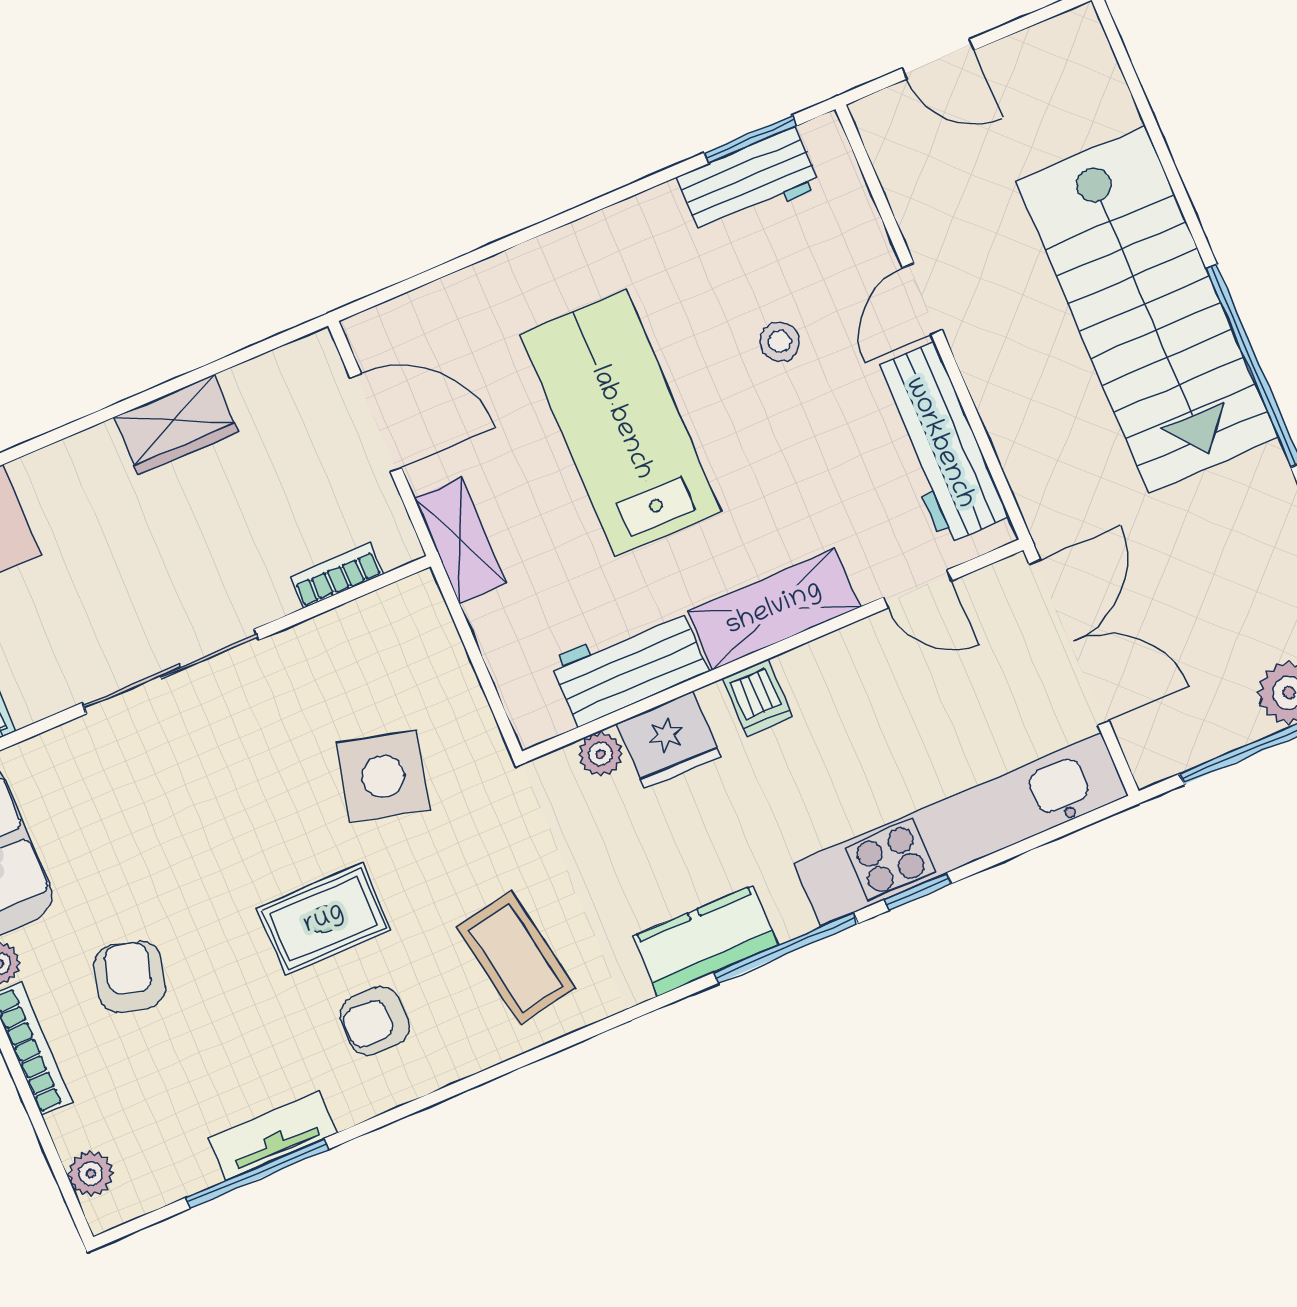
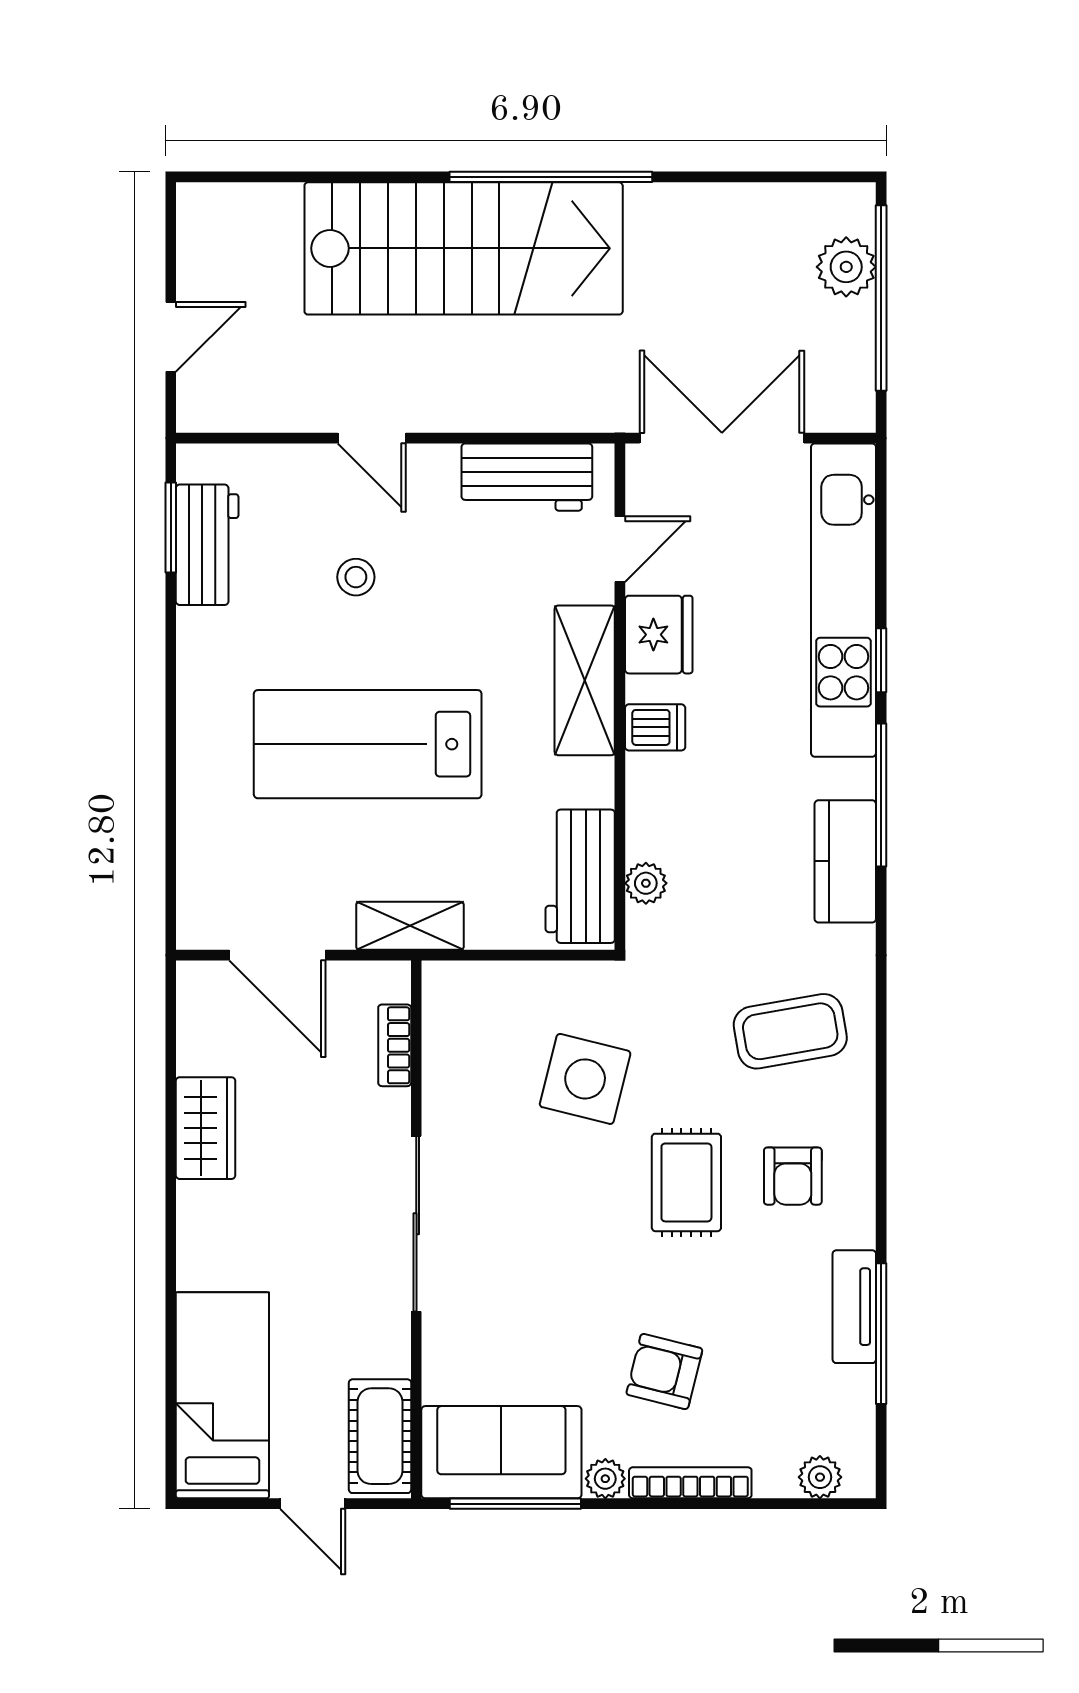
door: (376, 423) -> (277, 955), swing flipped
workbench: (939, 443) -> (527, 477), width x0.73
workbench: (629, 666) -> (580, 876), moved
fridge: (669, 740) -> (659, 635), moved

